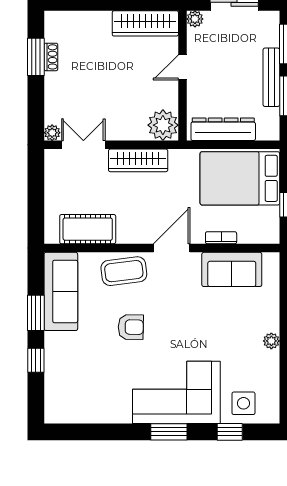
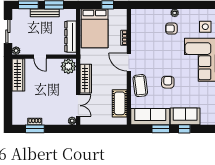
double door: (83, 145) -> (78, 106), swing flipped
sofa: (232, 269) -> (185, 116), moved, turned -90
armchair: (240, 335) -> (171, 29), added

